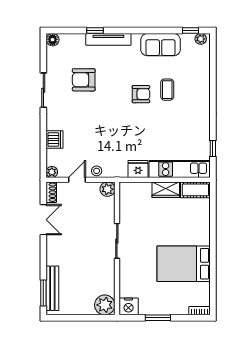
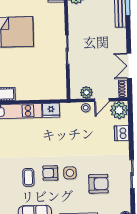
side table: (117, 94) -> (70, 173), added
plant: (52, 172) -> (119, 110), width x1.87, depth x1.87
plant: (107, 189) -> (86, 92), moved
wardrobe: (166, 190) -> (27, 94), removed

